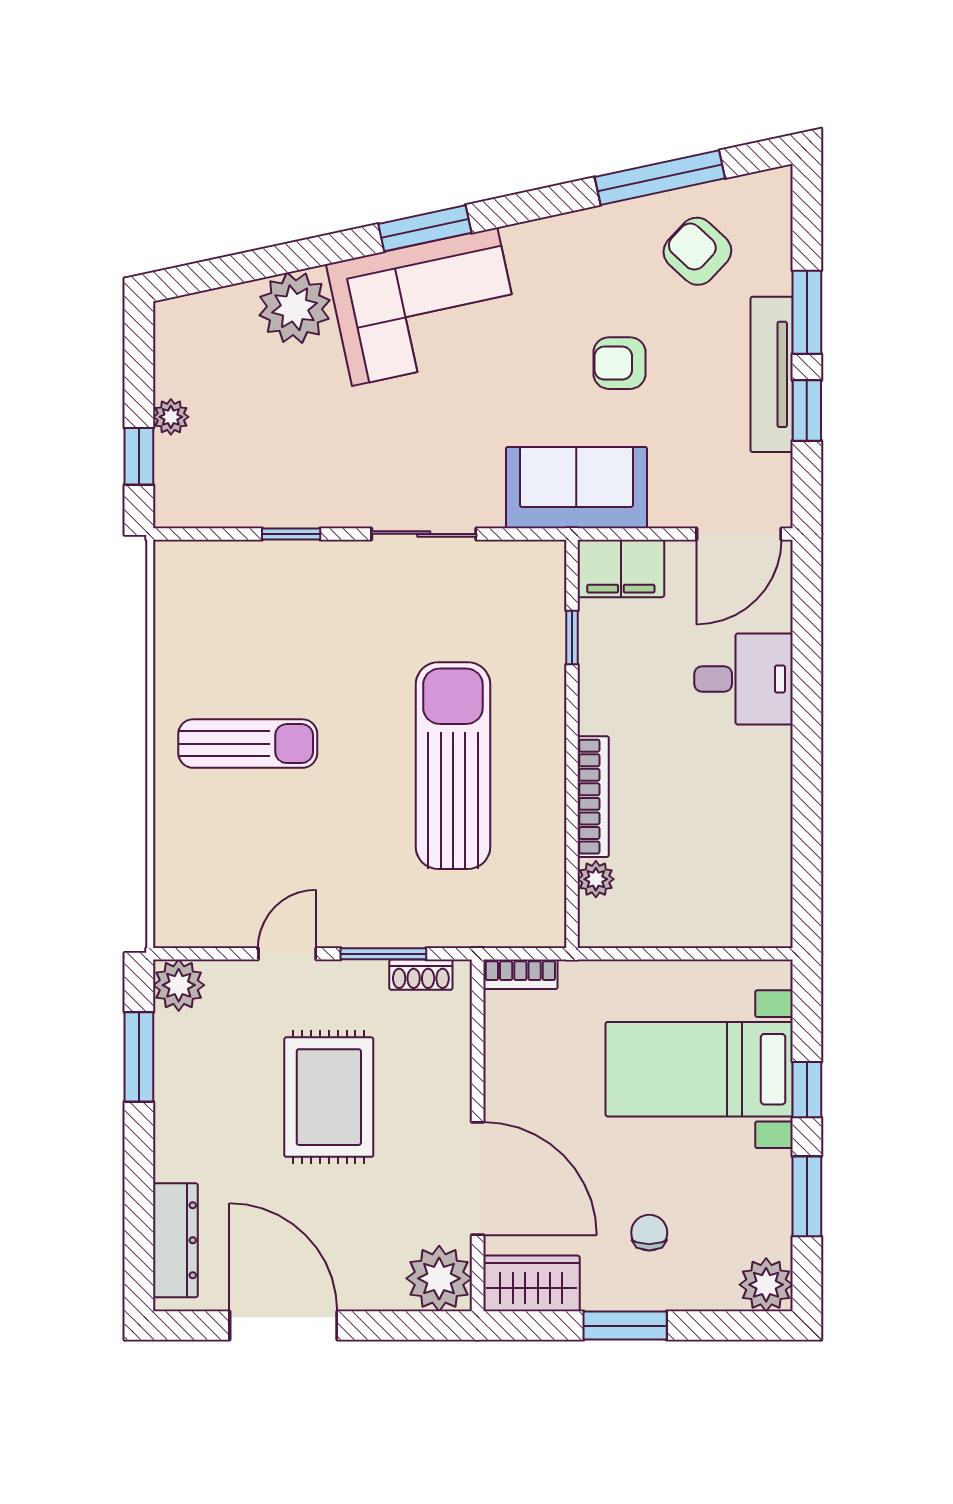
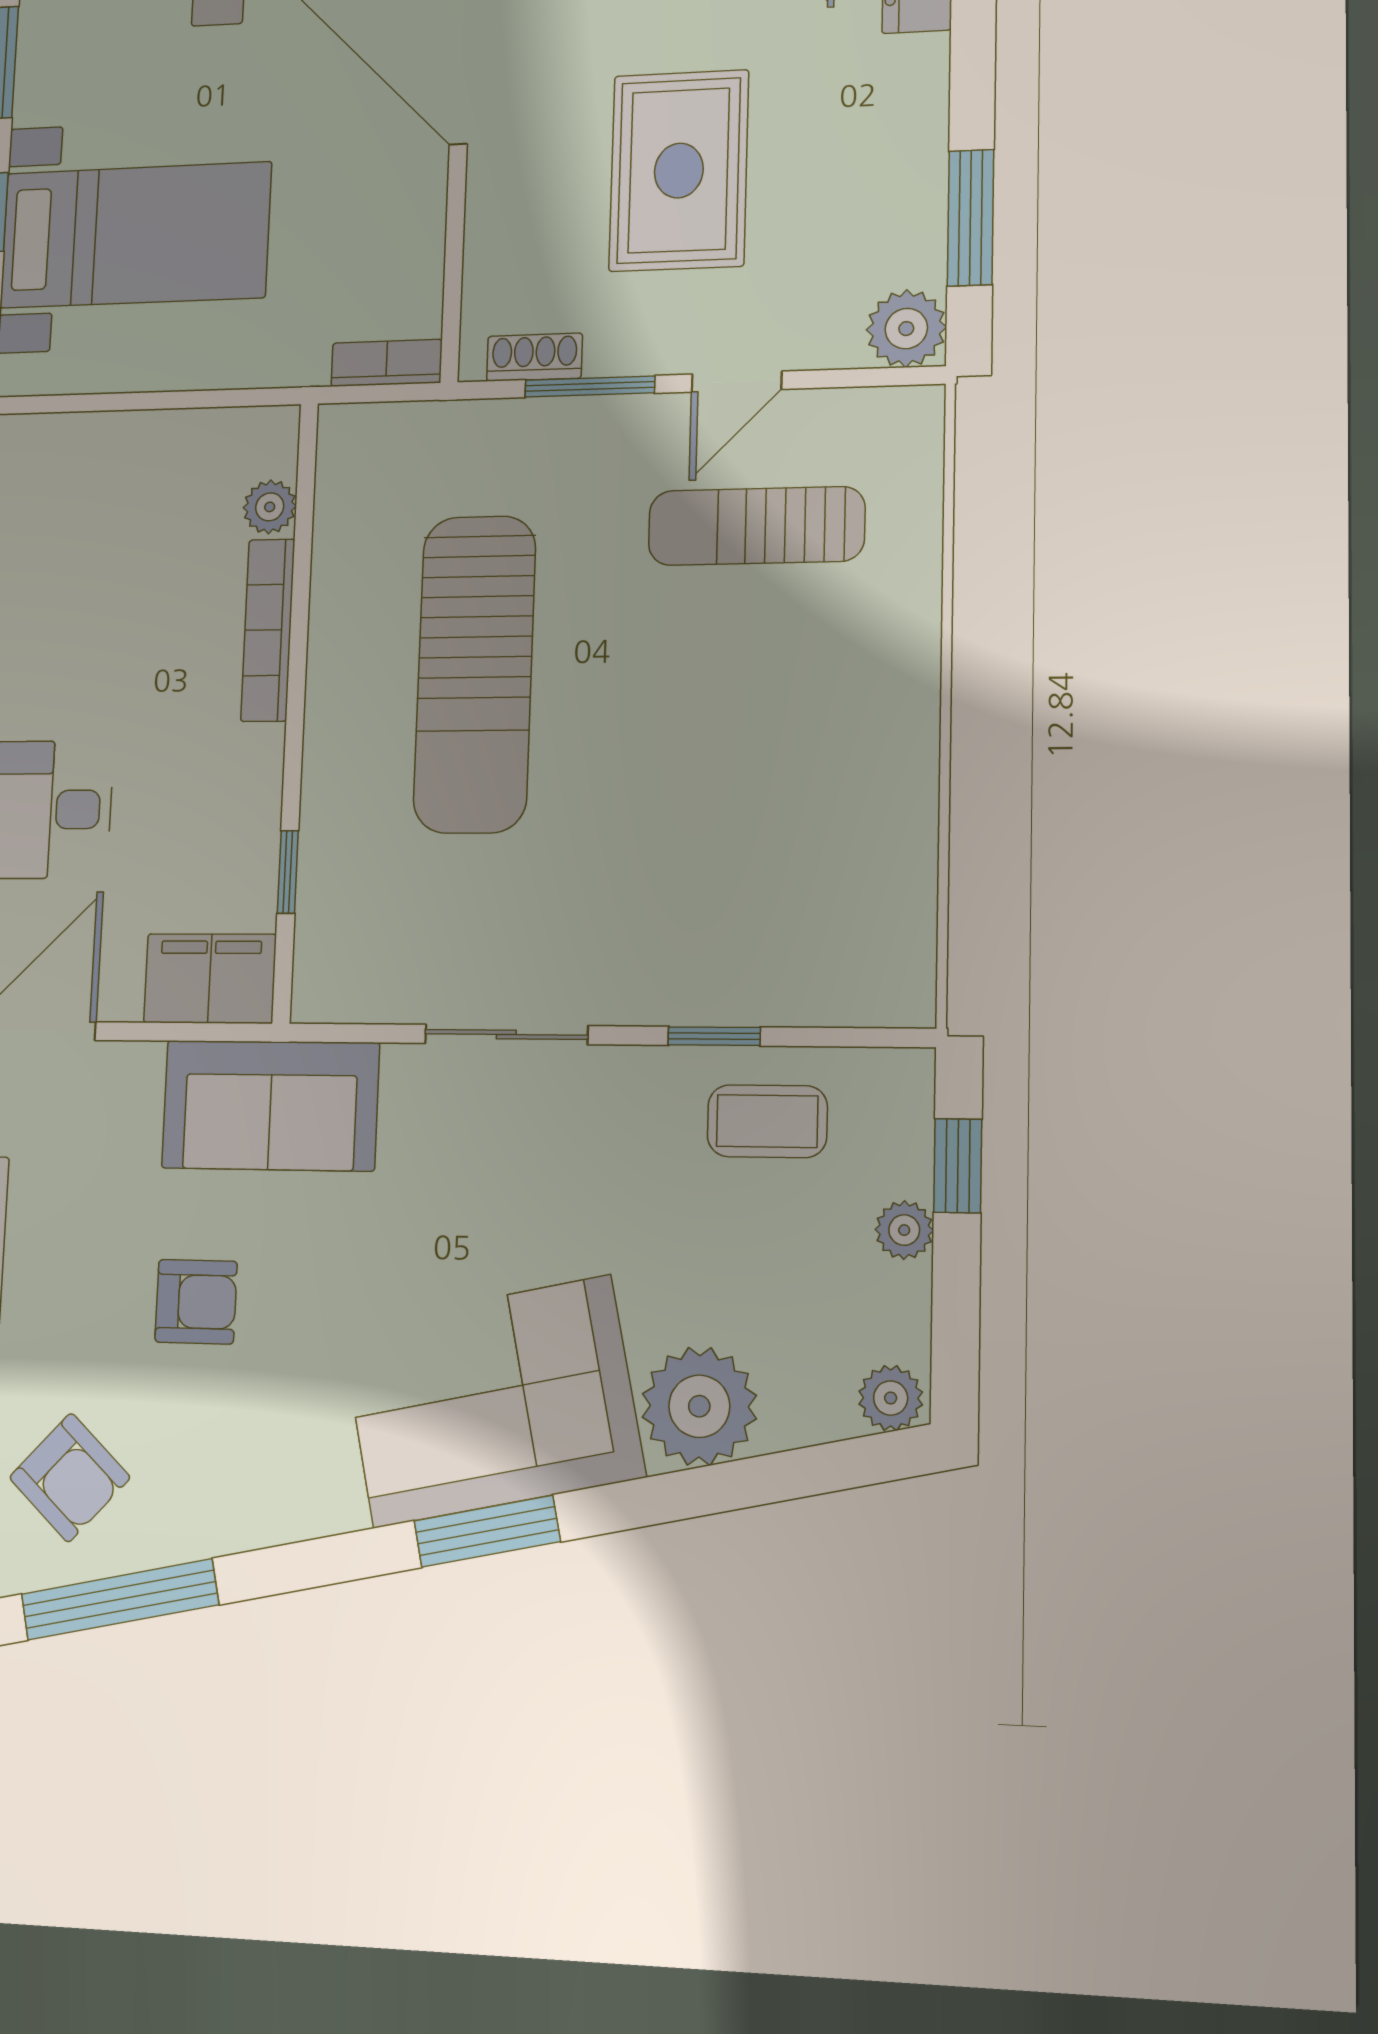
plant: (177, 316) -> (891, 1398), added
coffee table: (257, 482) -> (767, 1121), added
sun lounger: (248, 744) -> (756, 526), moved

